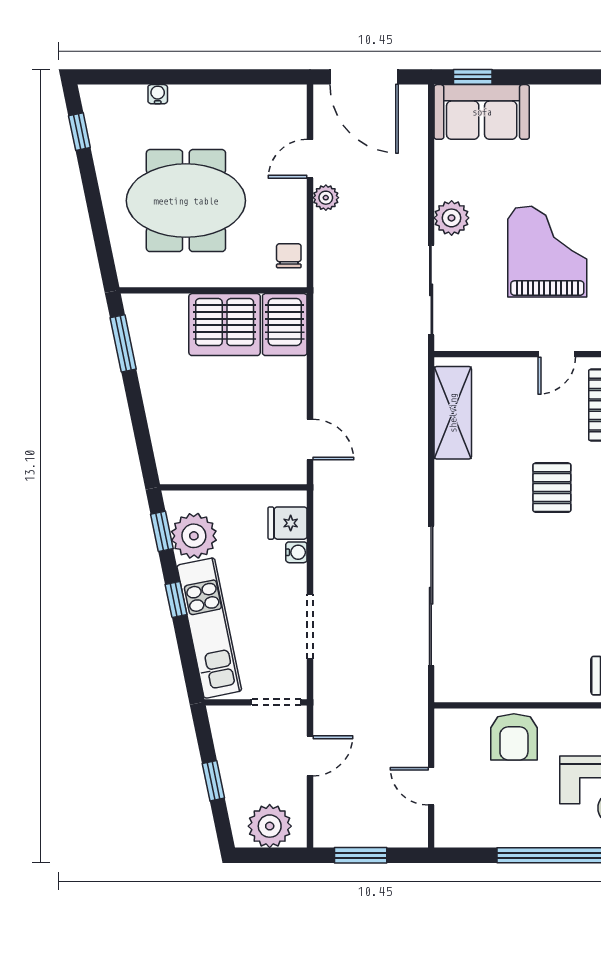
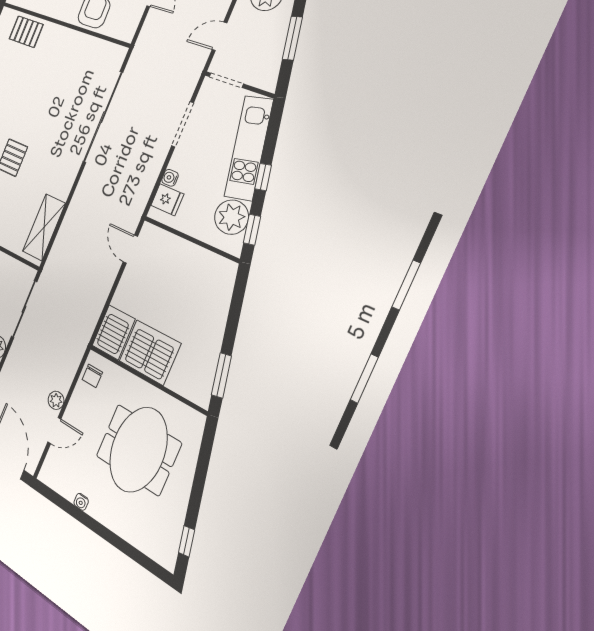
water cooler: (158, 94) -> (81, 502), moved
meeting table: (186, 201) -> (138, 450), turned 90
window: (213, 781) -> (292, 38), width x1.50

